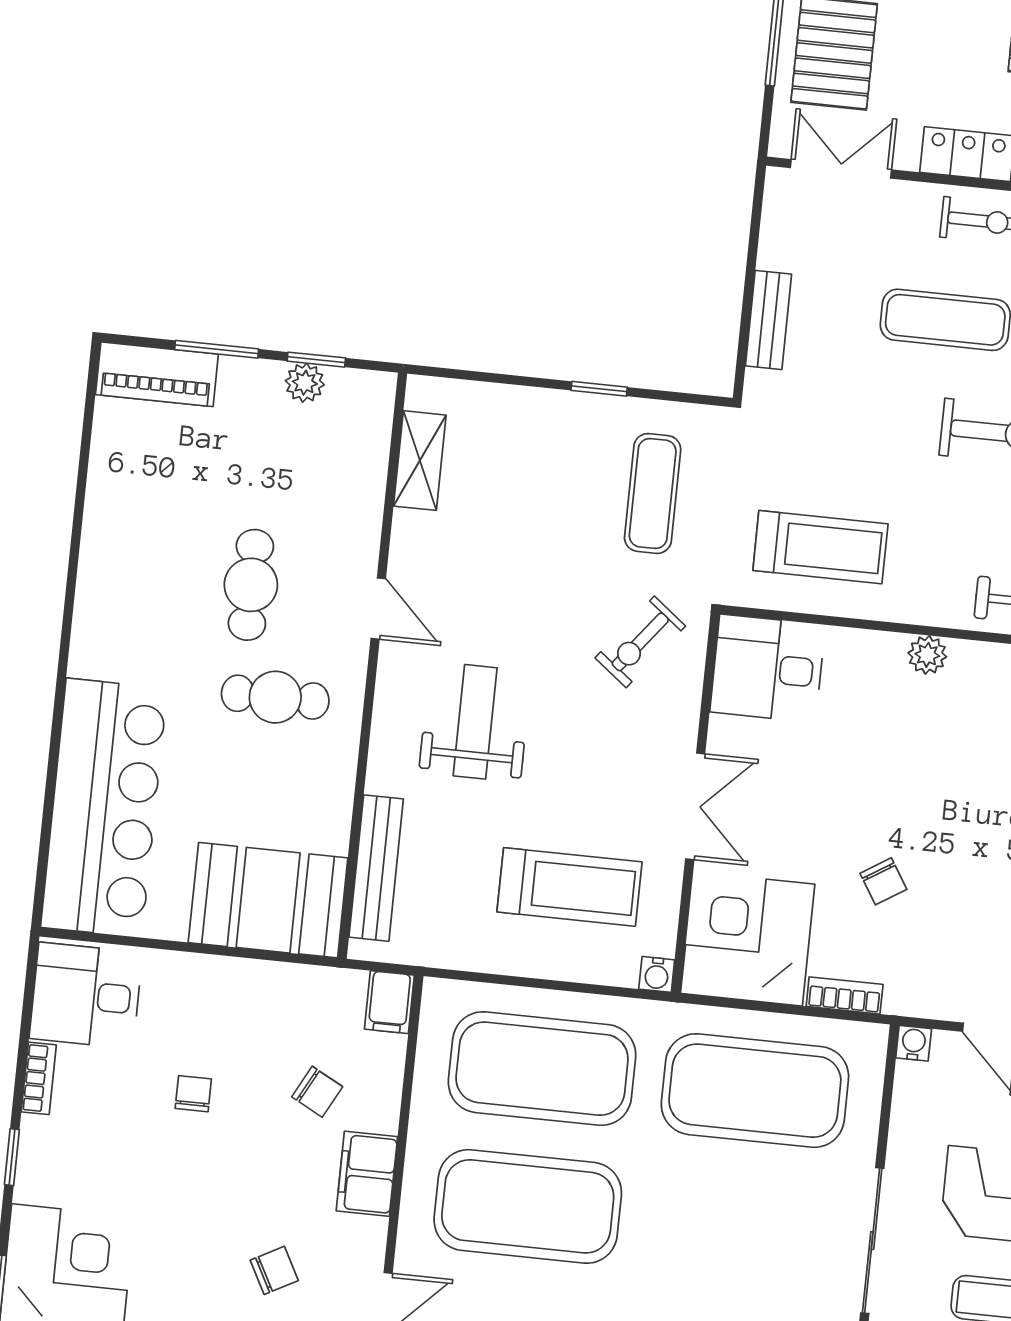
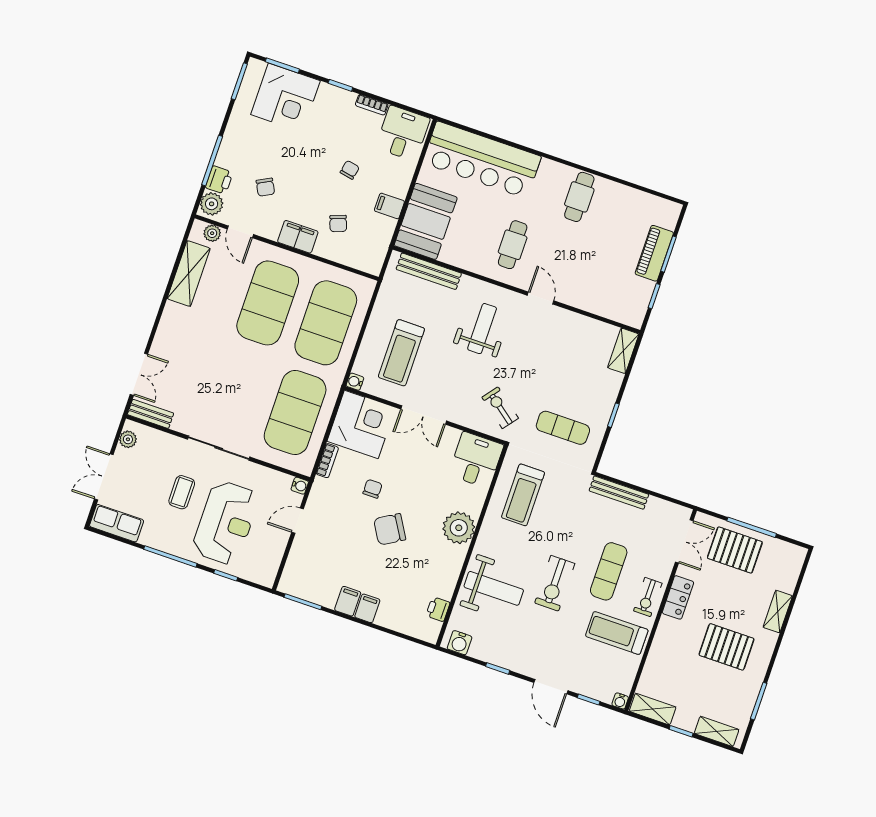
bench: (768, 320) -> (619, 493), width x1.36
piano: (157, 374) -> (654, 253), moved
plant: (305, 383) -> (645, 289), removed
shelving: (420, 461) -> (623, 351), moved, turned 90
cafe table: (251, 585) -> (579, 197), moved, turned 90
door: (378, 609) -> (541, 298), swing flipped
plant: (927, 655) -> (459, 528), width x1.88, depth x1.88
weight bench: (475, 722) -> (482, 329), turned -90
chair: (964, 823) -> (390, 529), added
chair: (883, 881) -> (373, 489), turned 122
filing cabinet: (389, 1002) -> (389, 206), moved
chair: (317, 1092) -> (338, 224), turned -48
chair: (193, 1094) -> (350, 170), turned -79

